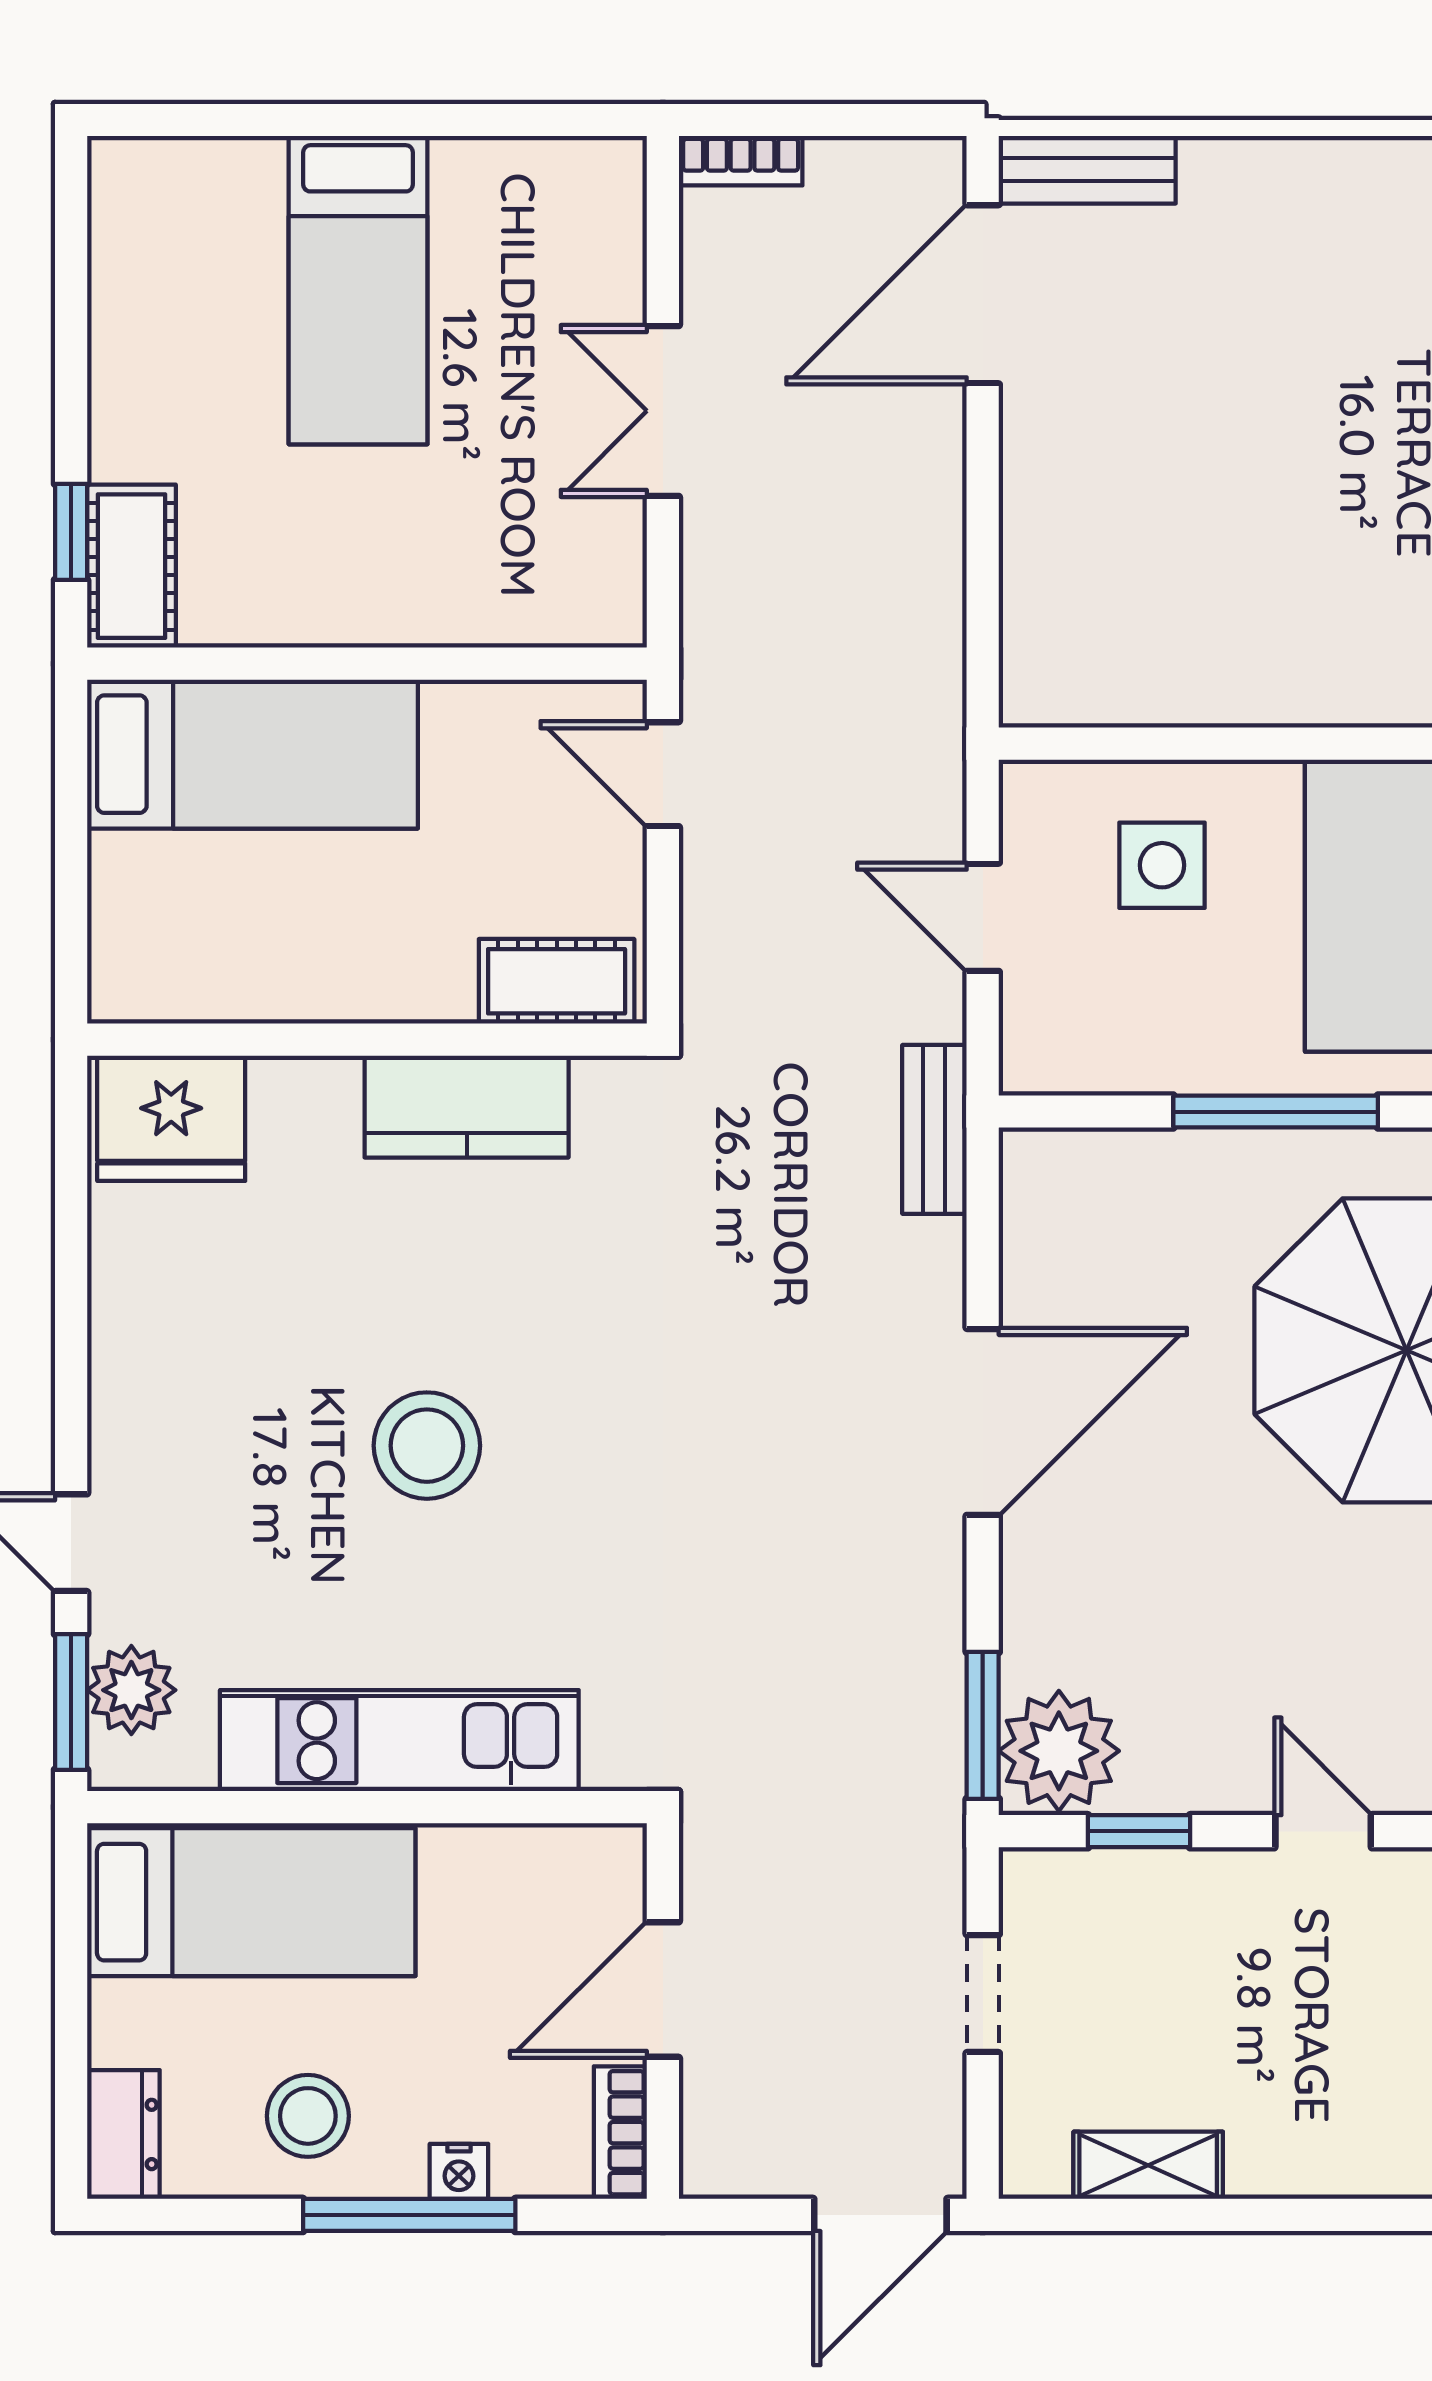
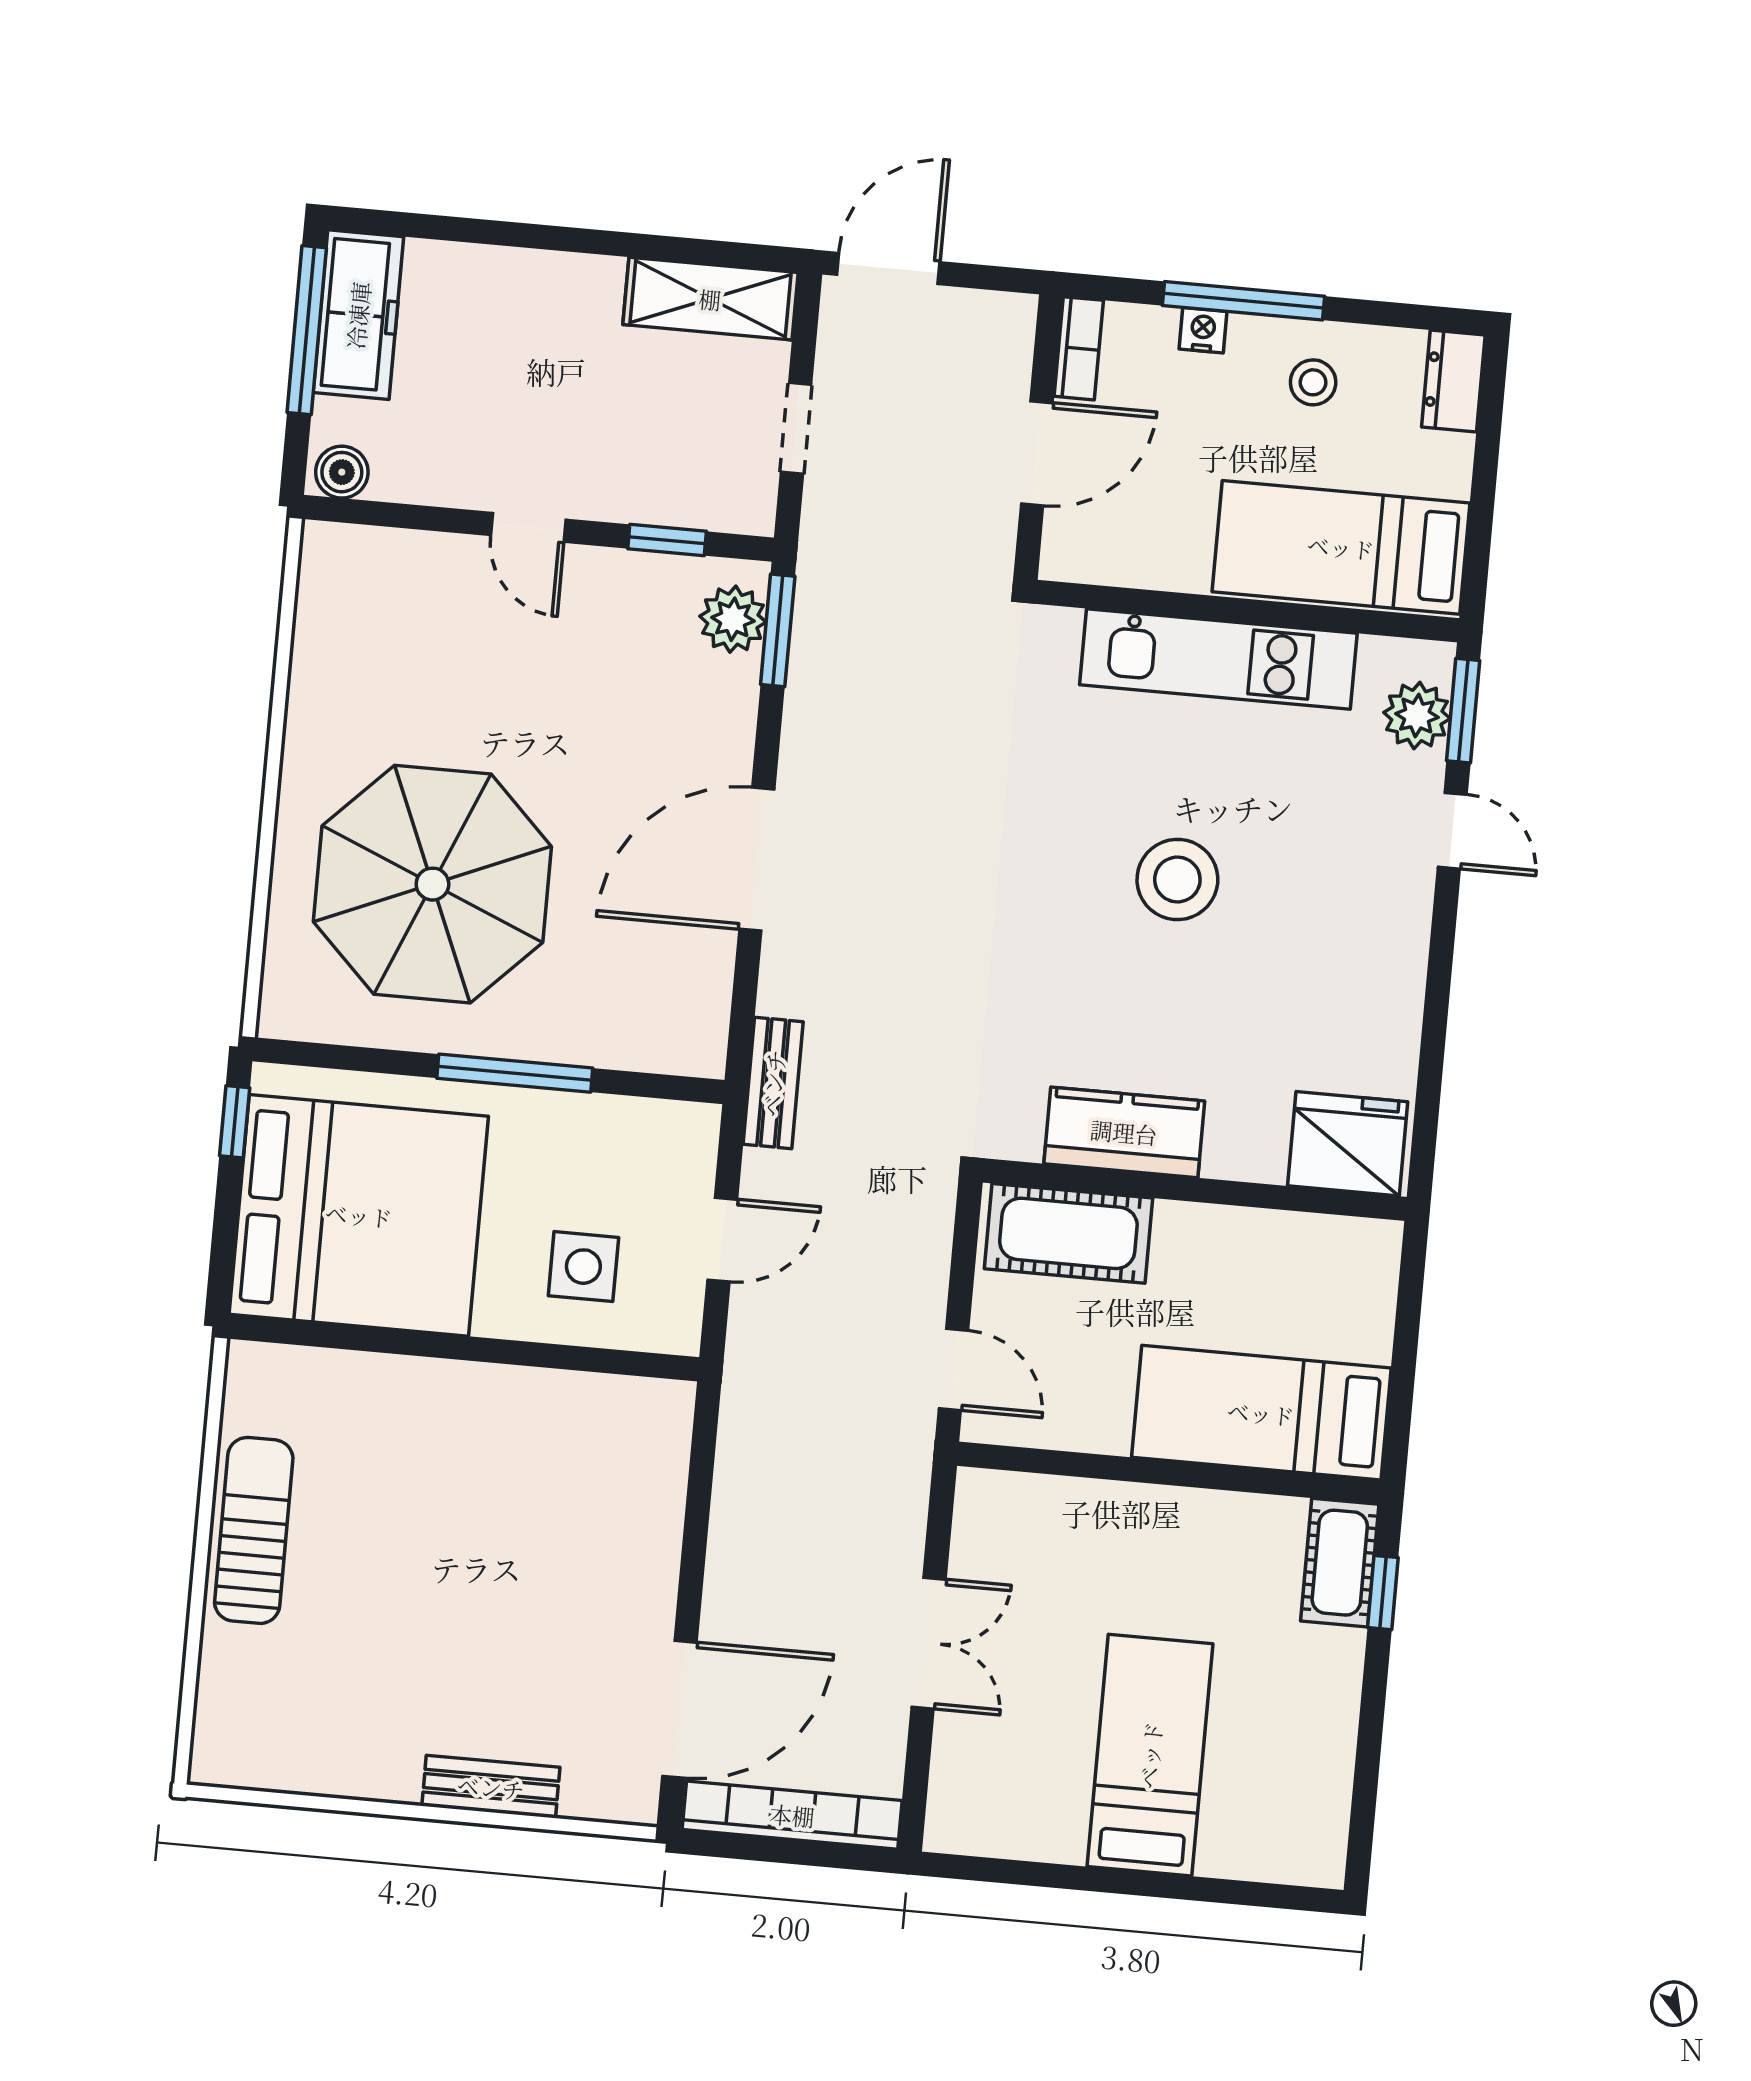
bookcase: (741, 161) -> (792, 1815), width x2.31, depth x1.31
bench: (1087, 170) -> (491, 1787), moved
door: (983, 917) -> (722, 1240), hinge flipped
cot: (557, 981) -> (1068, 1233), width x1.37, depth x1.34
plant: (1059, 1751) -> (733, 619), width x0.73, depth x0.73
stool: (308, 2116) -> (1313, 382), width x0.73, depth x0.73
shelving: (1148, 2165) -> (710, 299), width x1.50, depth x1.33

